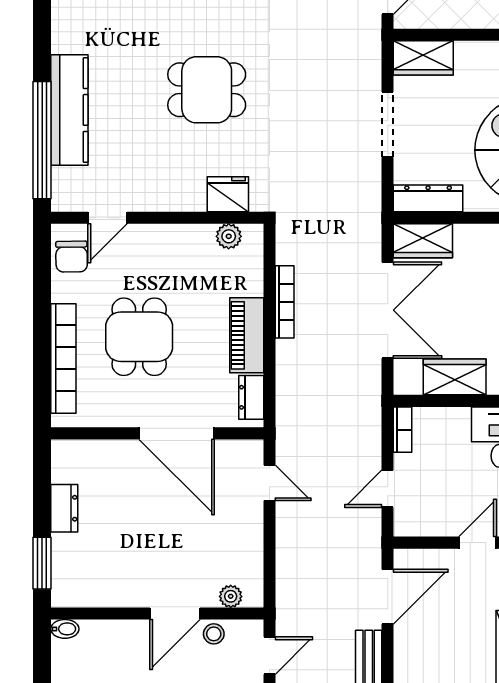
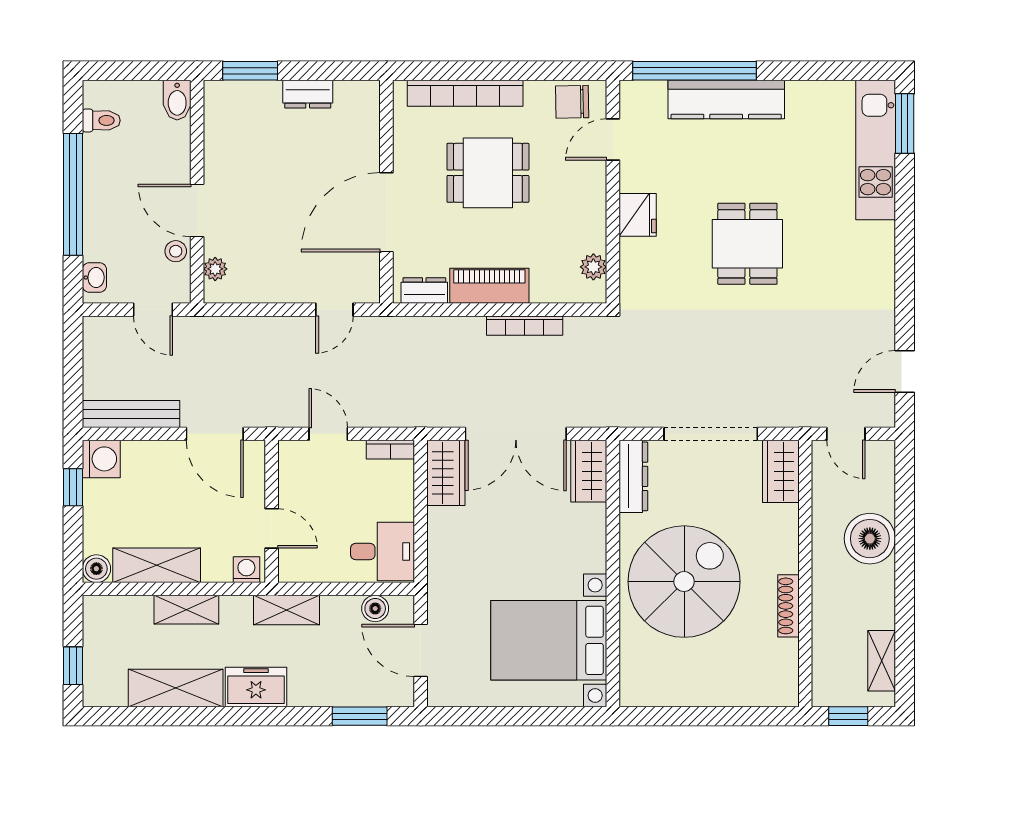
doorway: (388, 125) -> (711, 434), width x1.36
fridge: (228, 194) -> (638, 215), moved
door: (108, 218) -> (613, 140), hinge flipped
wardrobe: (455, 377) -> (446, 473), moved
bidet: (65, 629) -> (177, 100), width x1.38, depth x1.36

